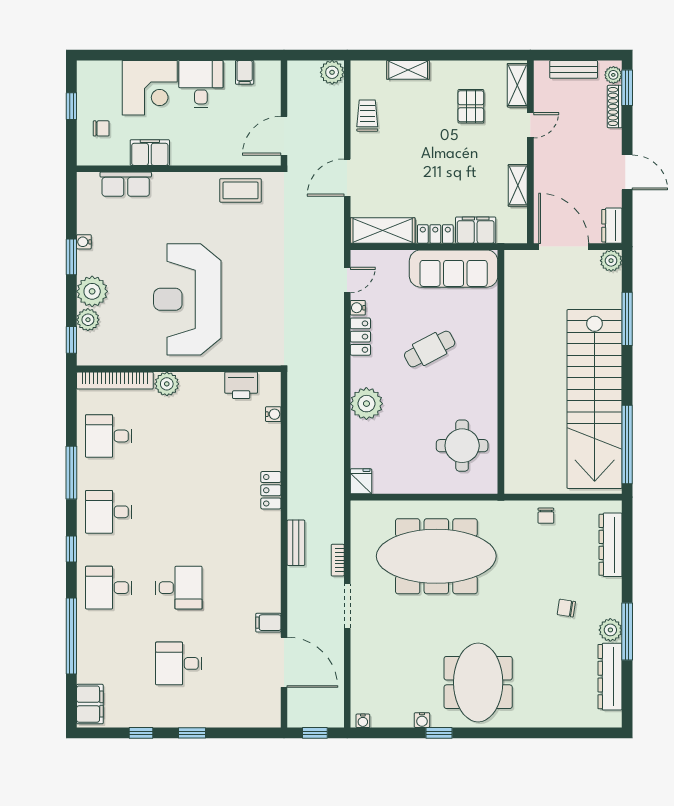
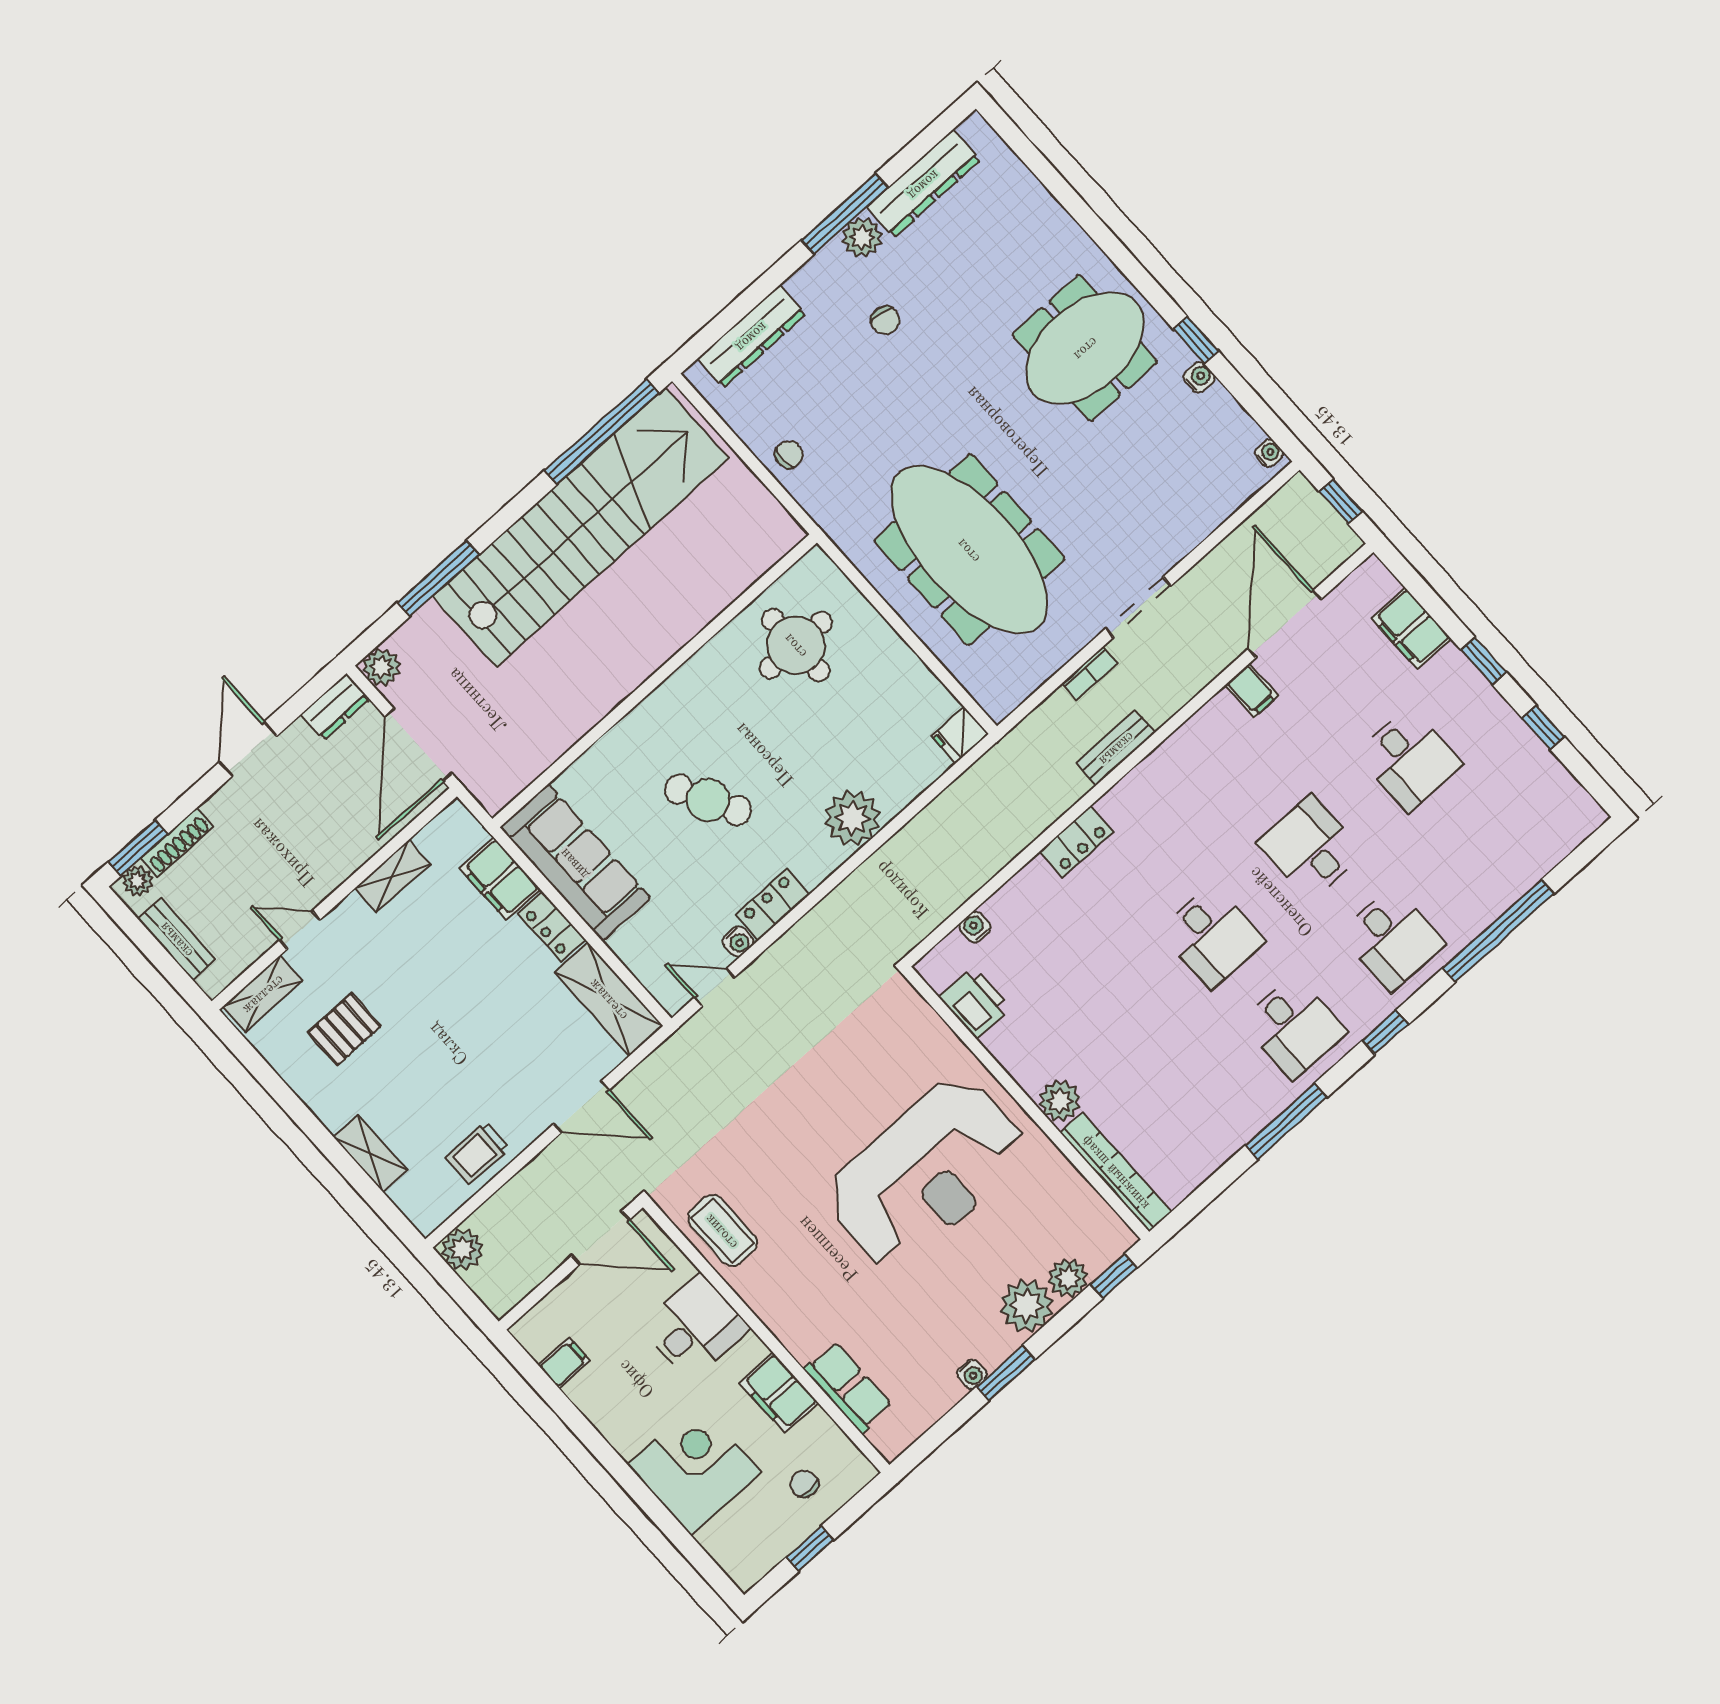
desk: (201, 84) -> (695, 1327), moved, turned 180
desk: (109, 436) -> (1212, 936), moved
filing cabinet: (90, 704) -> (1411, 628), moved, turned -90

